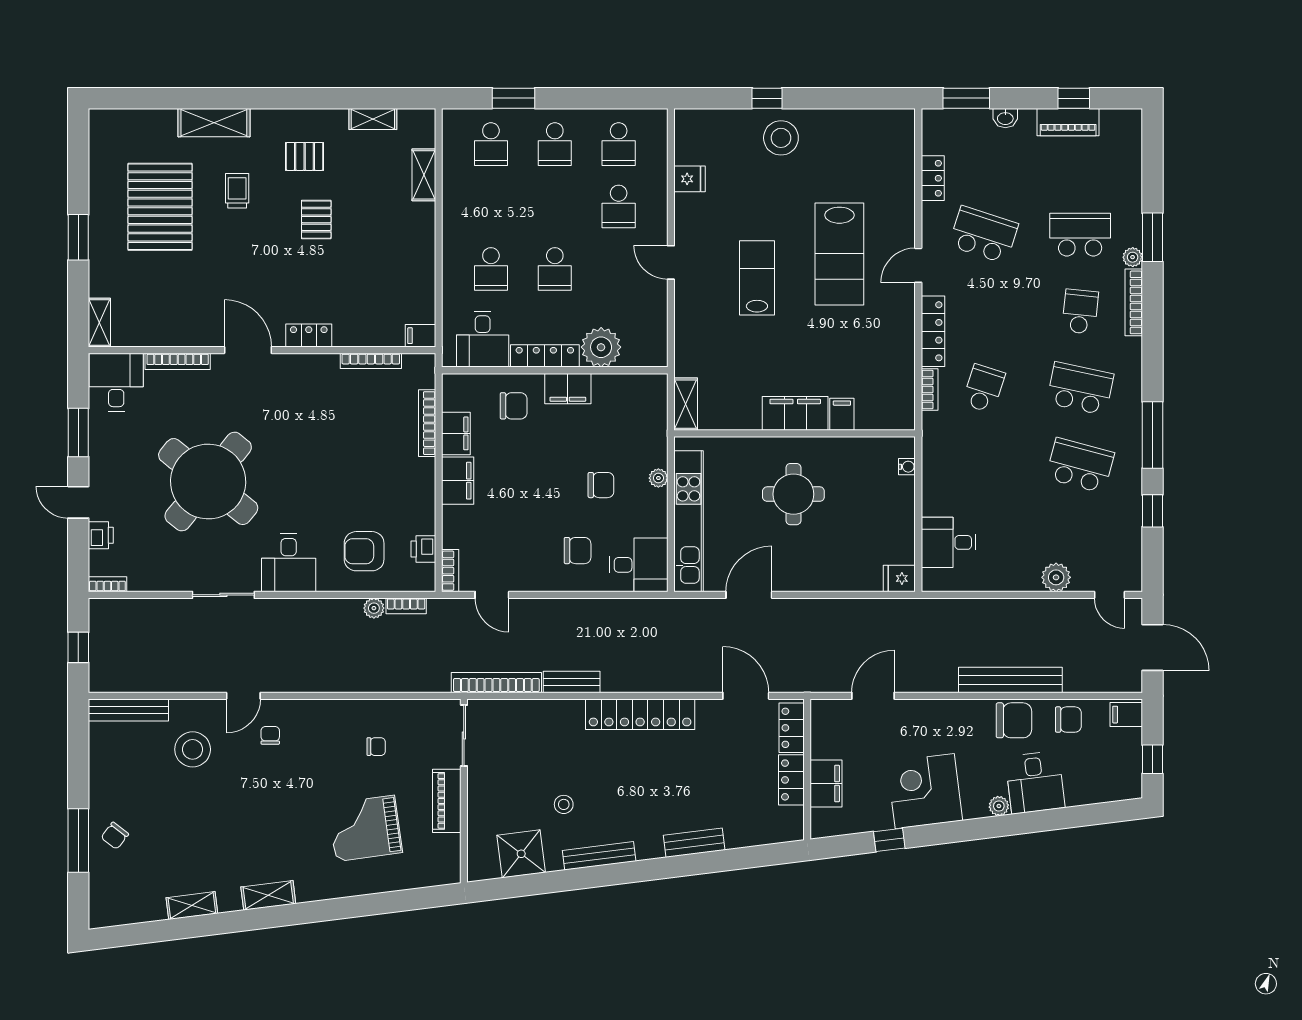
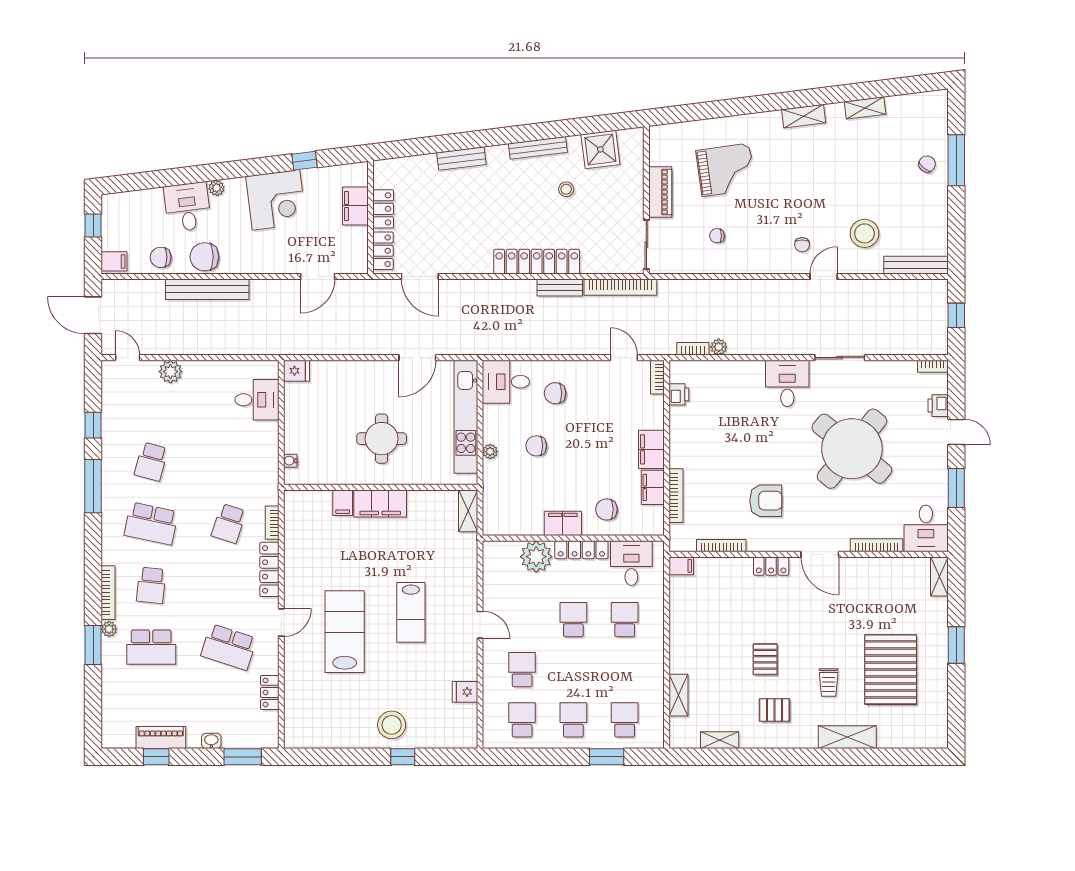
school desk: (1080, 465) -> (151, 462), width x0.54
armchair: (364, 551) -> (766, 501), moved
locker: (640, 714) -> (537, 262), moved

